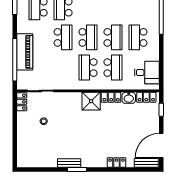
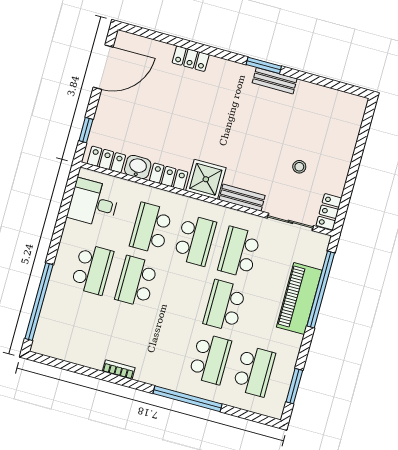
school desk: (88, 37) -> (239, 252), moved
bench: (146, 163) -> (242, 198), moved

